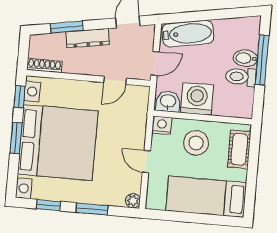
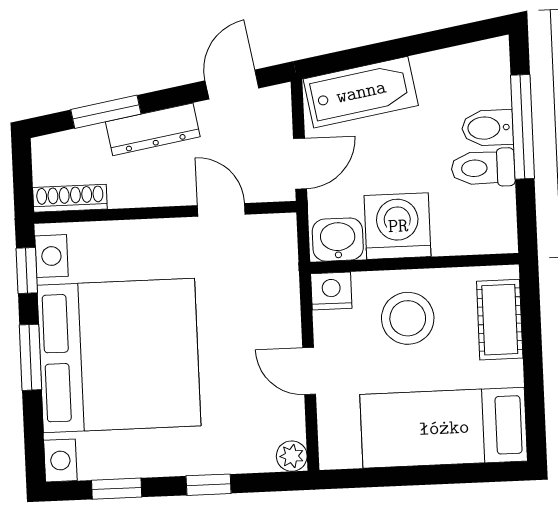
door: (115, 80) -> (221, 210), swing flipped
window: (92, 209) -> (209, 485), width x0.67

